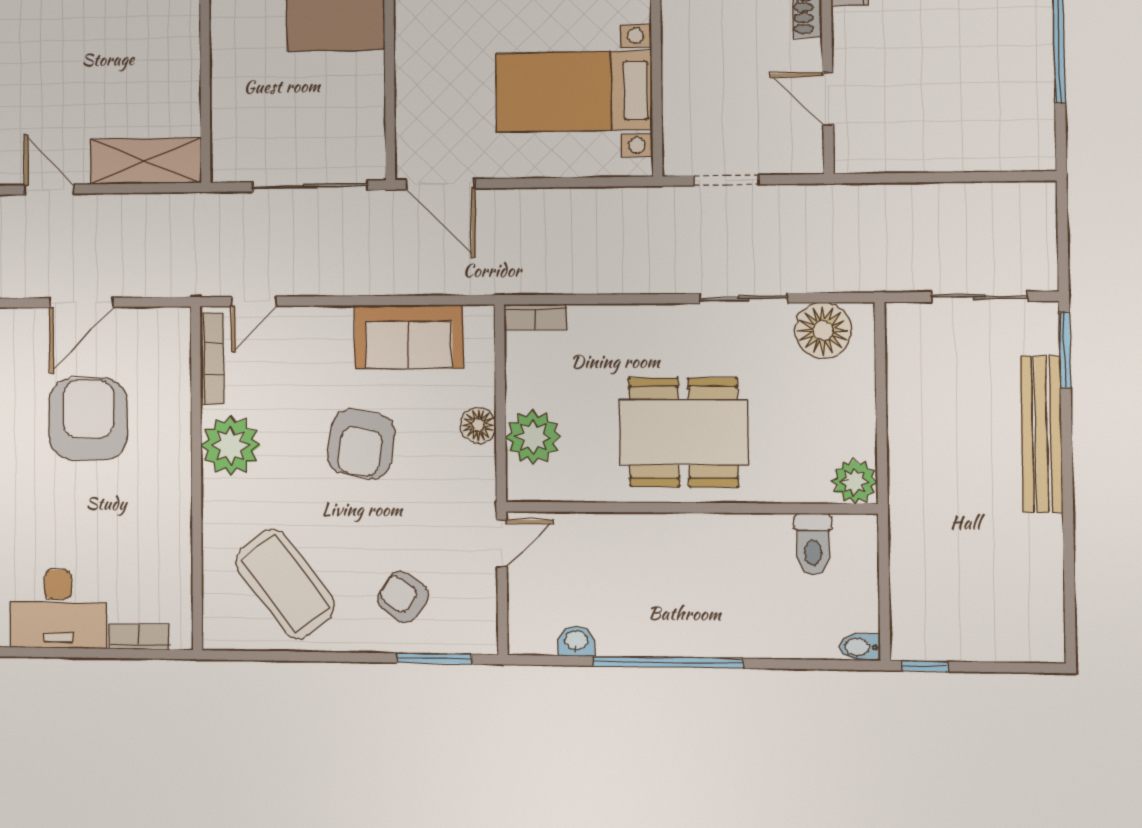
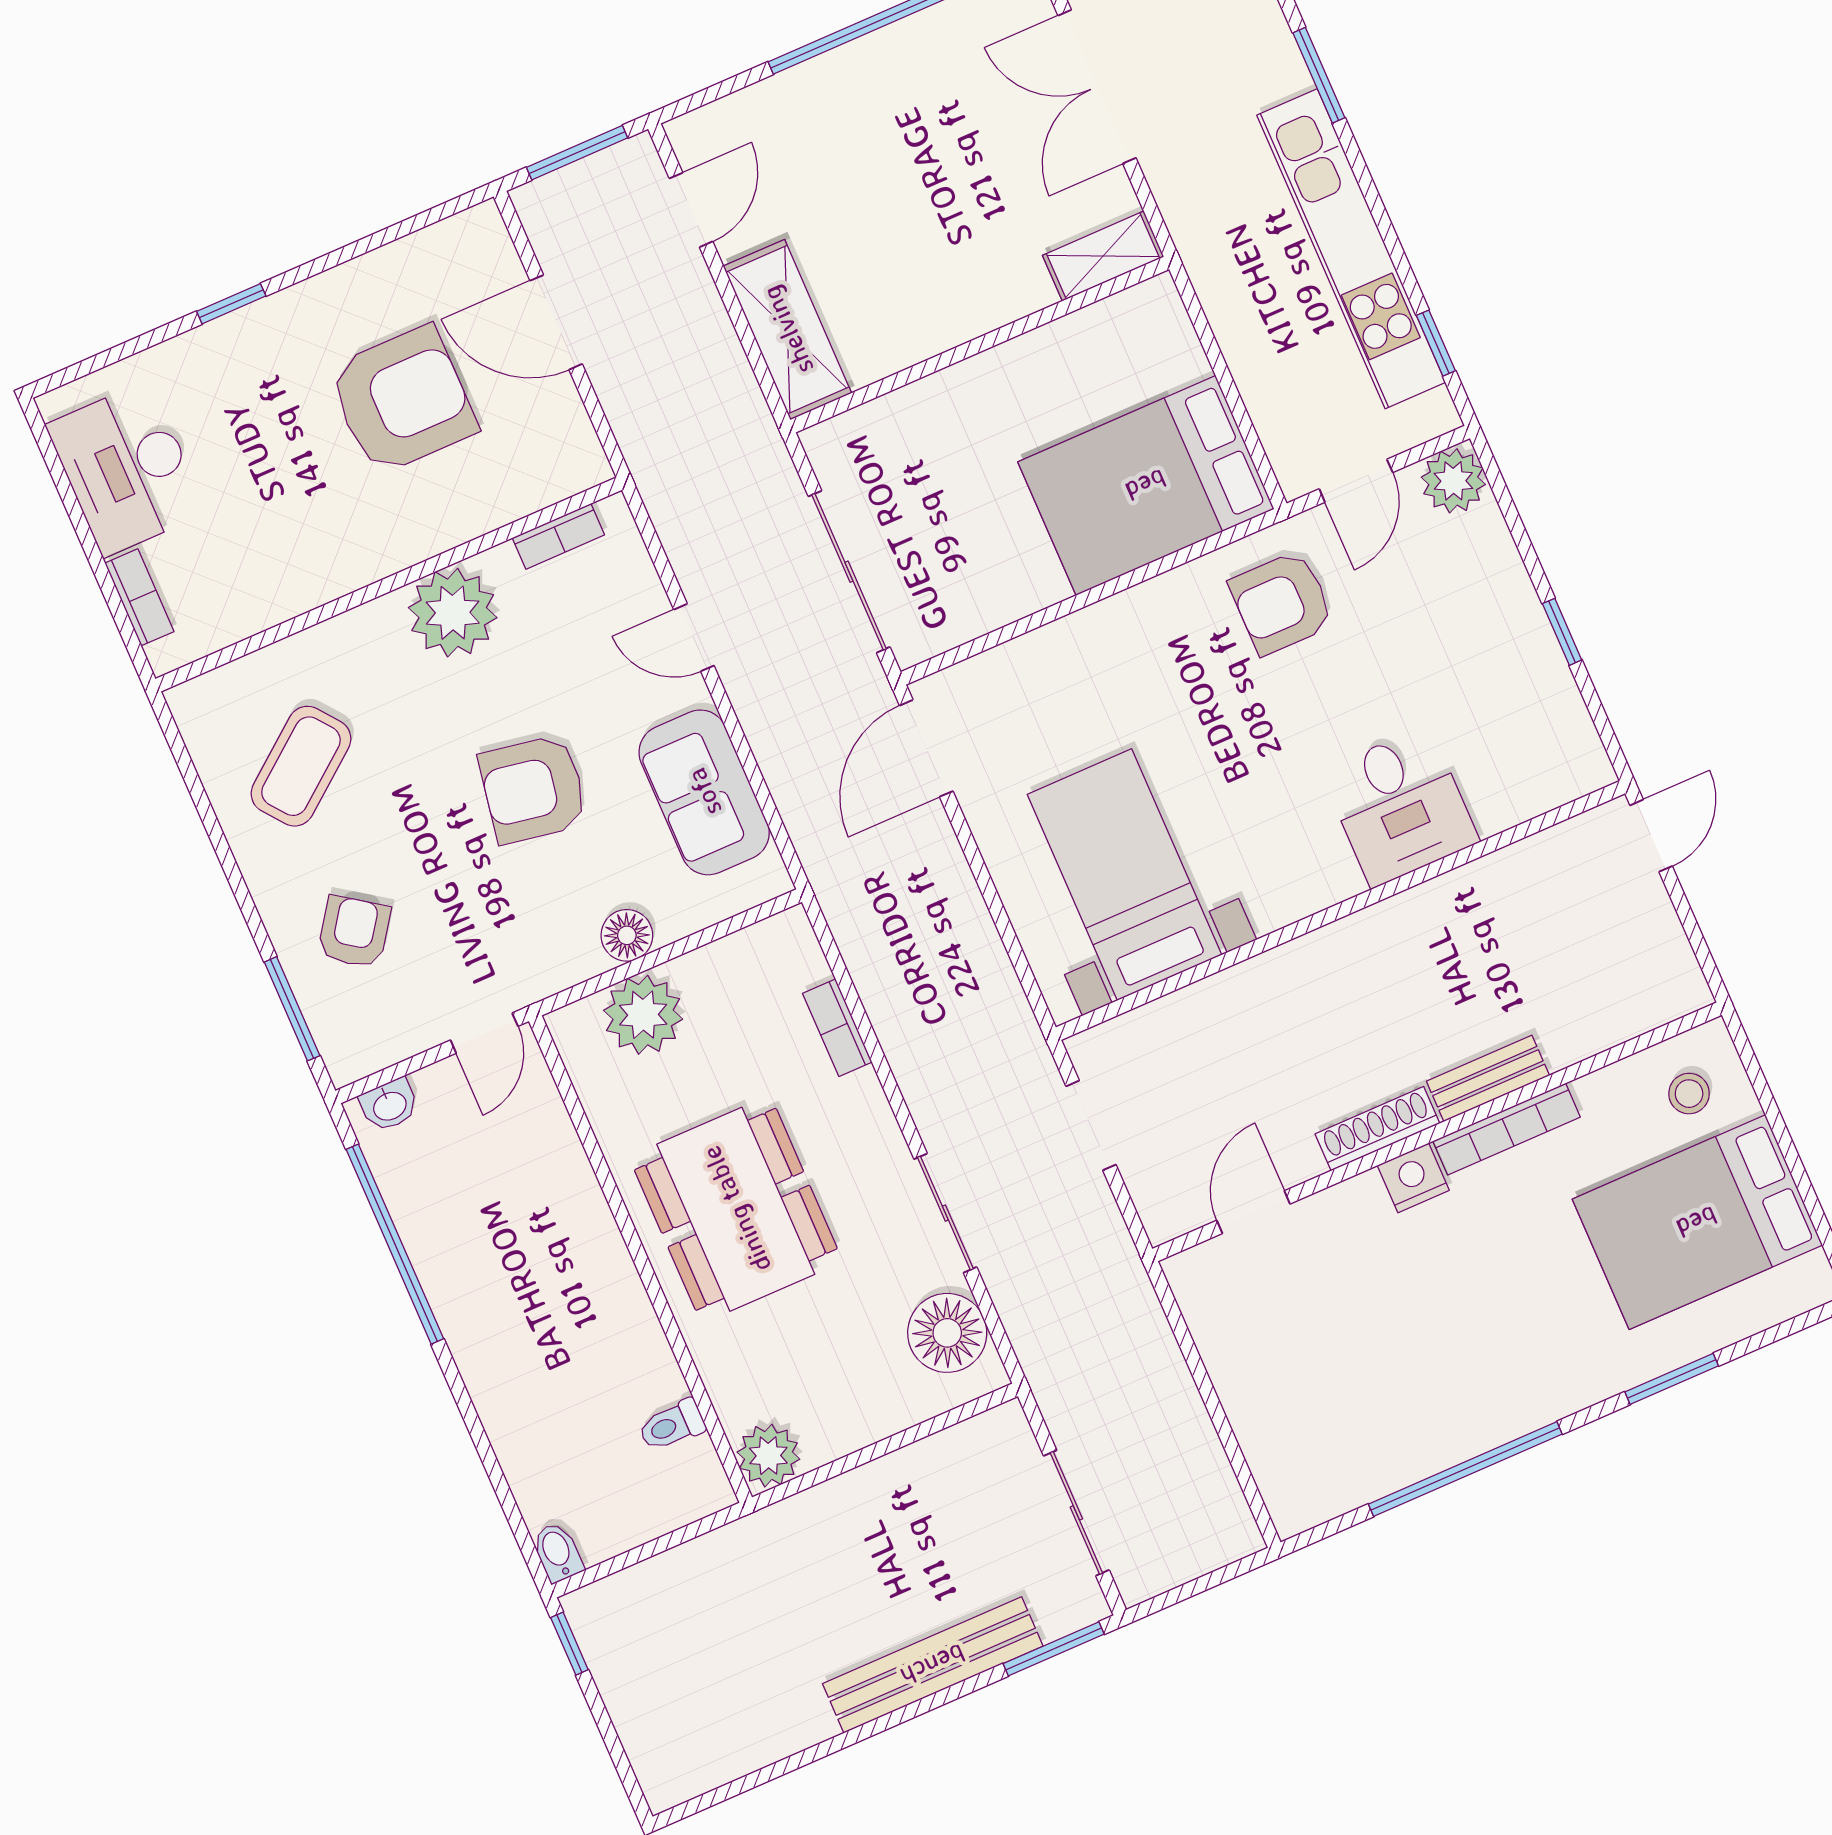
door: (254, 301) -> (694, 638), moved
bookcase: (535, 317) -> (837, 1028), moved
bookcase: (212, 359) -> (558, 536), width x0.64
door: (502, 543) -> (484, 1033), hinge flipped
toilet: (813, 544) -> (672, 1425), width x0.73, depth x0.72
coffee table: (285, 584) -> (301, 766), width x0.73, depth x0.76
washbasin: (576, 641) -> (389, 1105), moved, turned 90
window: (667, 662) -> (395, 1244), moved

